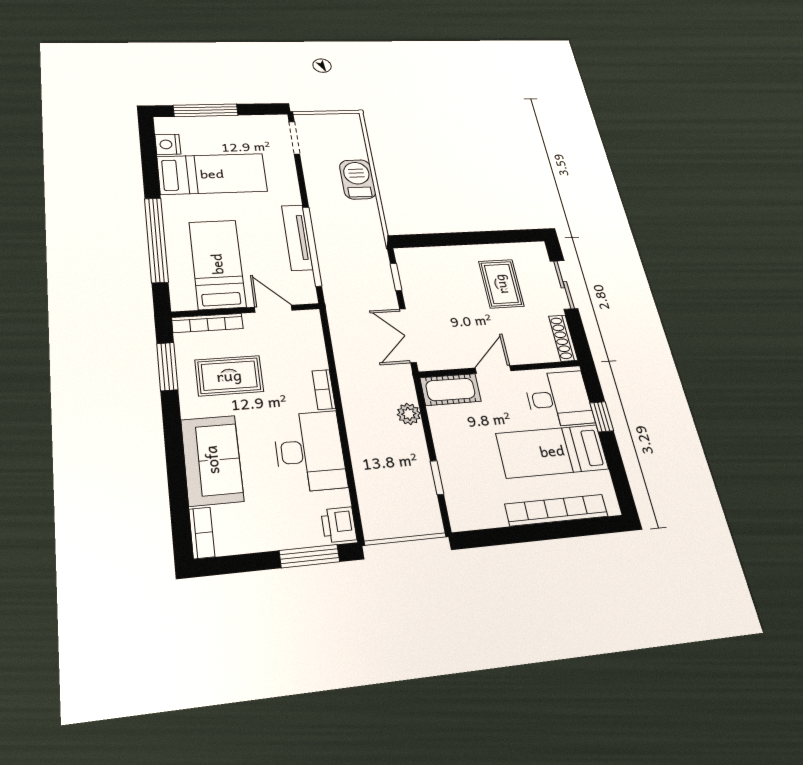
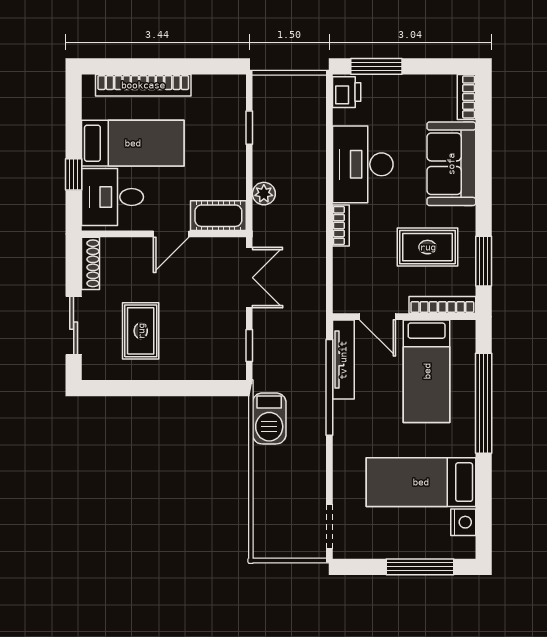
barbecue: (358, 179) -> (269, 418), moved
tv unit: (297, 237) -> (343, 360), moved

